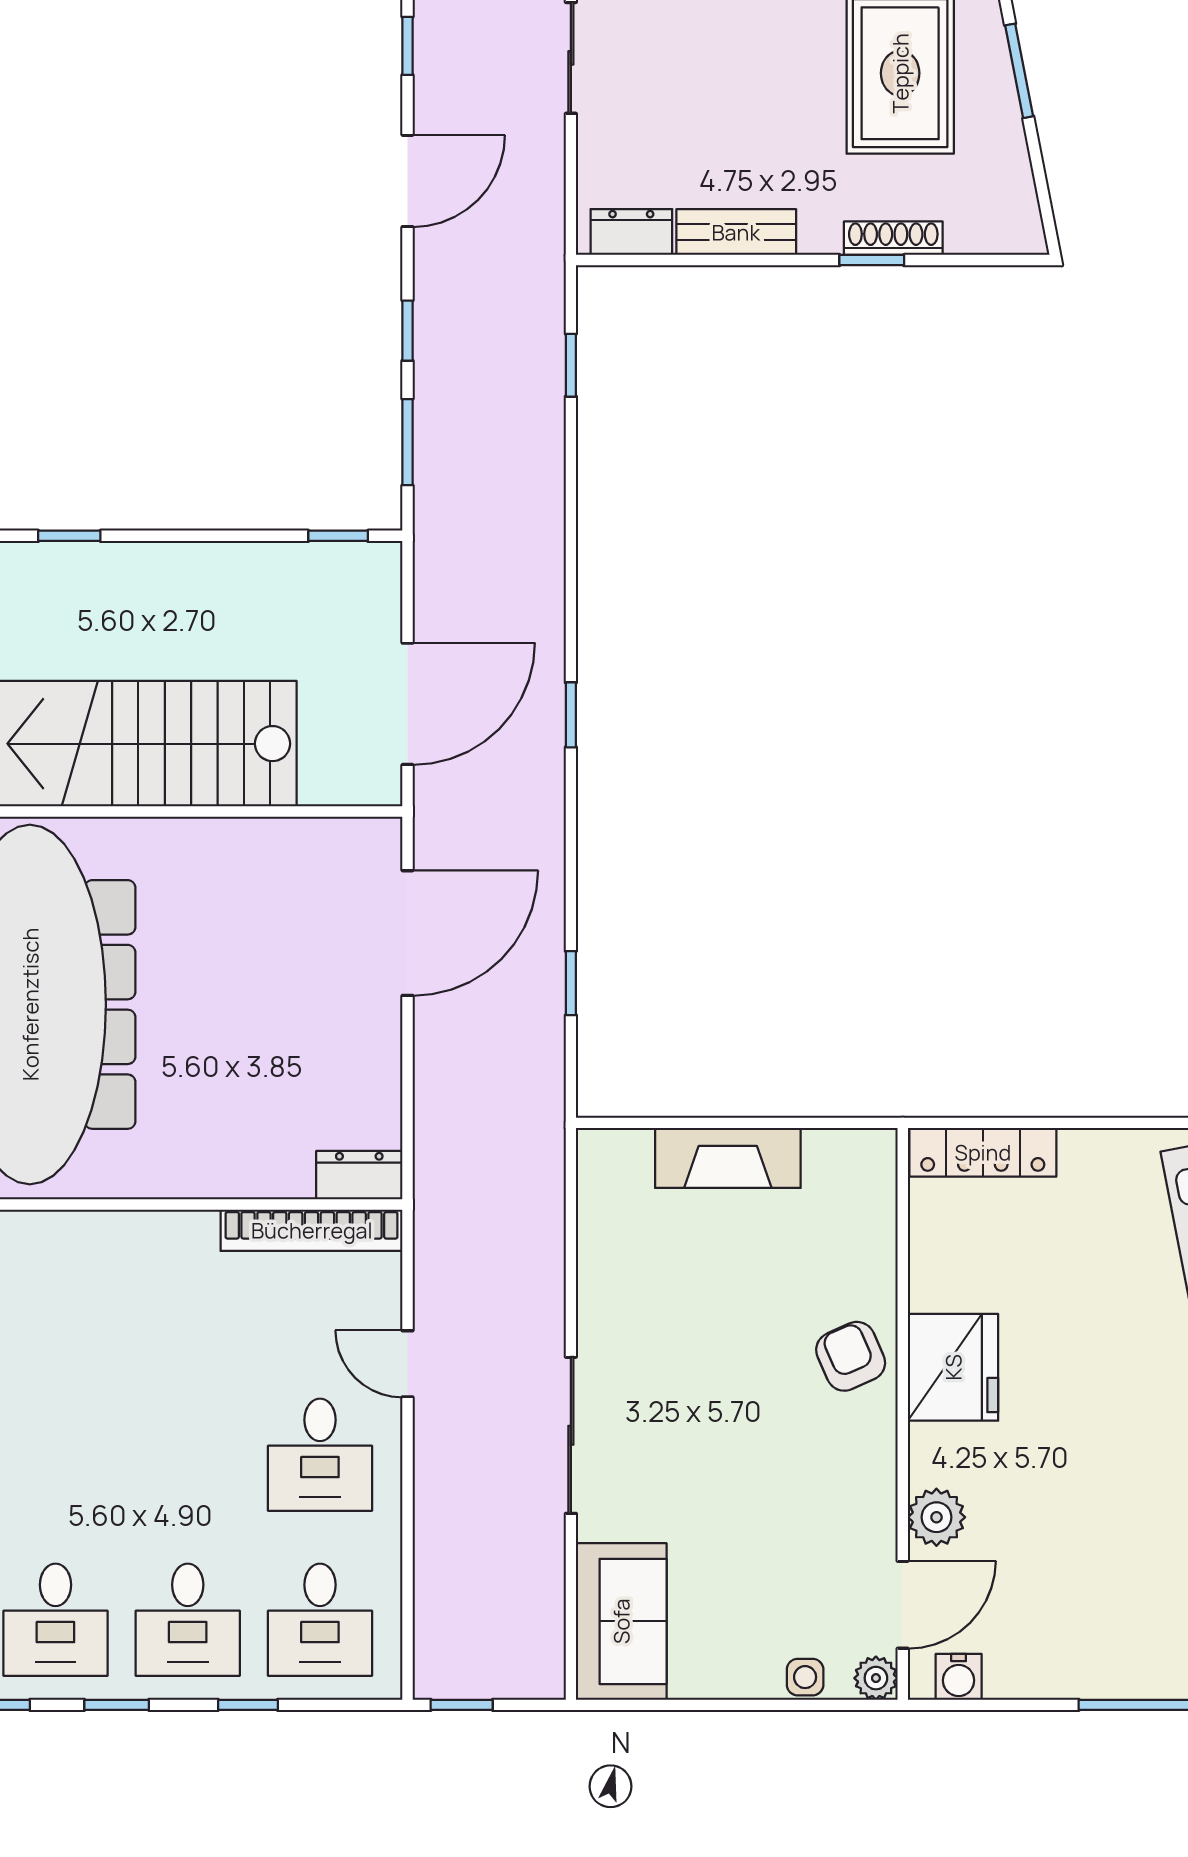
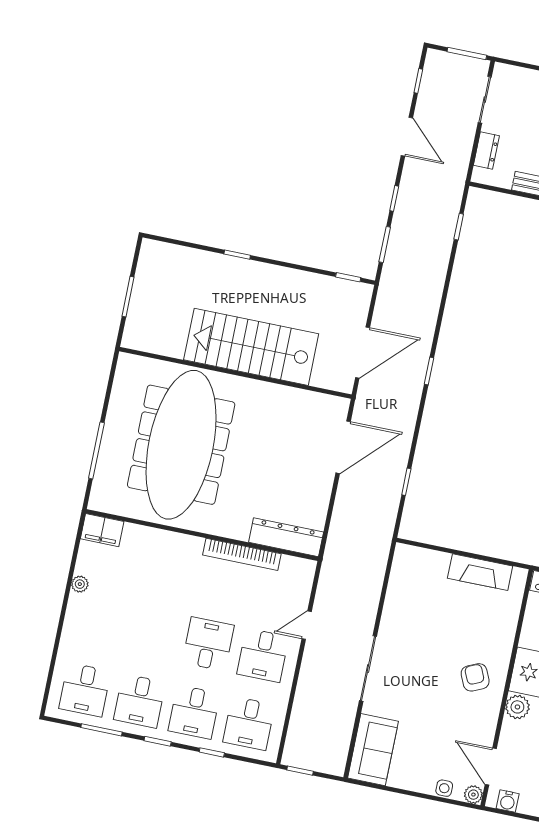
door: (408, 181) -> (407, 137), hinge flipped
dresser: (631, 232) -> (486, 150), moved, turned 90
fireplace: (728, 1158) -> (480, 572), moved
dresser: (359, 1175) -> (286, 537), width x1.96, depth x1.24
bookcase: (312, 1230) -> (242, 554), moved
armchair: (851, 1356) -> (475, 677), moved
door: (408, 1364) -> (307, 625), hinge flipped
desk: (188, 1455) -> (208, 644), added
plant: (936, 1517) -> (517, 707), moved
door: (903, 1605) -> (491, 767), swing flipped

